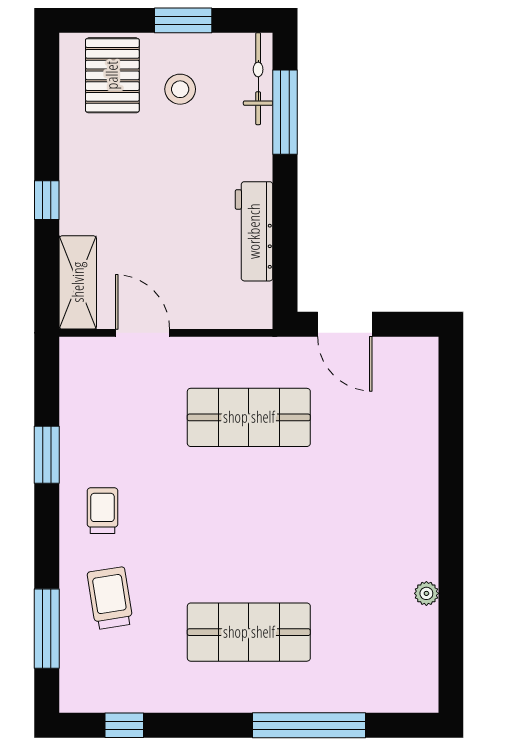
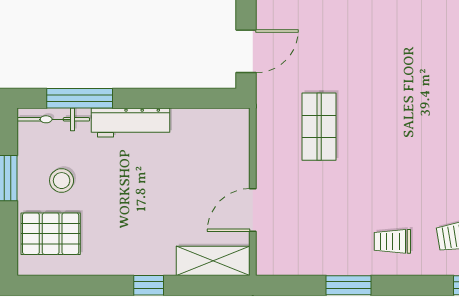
workbench: (254, 231) -> (130, 123), moved
shop shelf: (249, 417) -> (319, 127), width x0.70, depth x0.74

